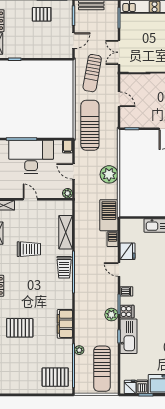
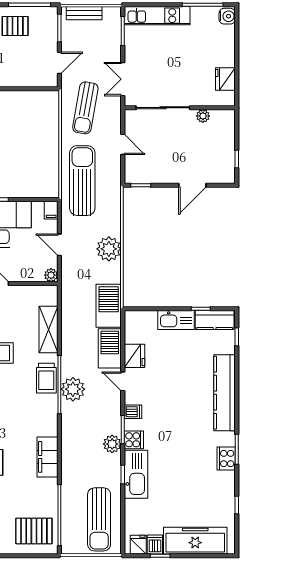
barbecue: (113, 239) -> (110, 348), width x1.88, depth x1.53
plant: (79, 350) -> (73, 389), moved, width x1.88, depth x1.88

